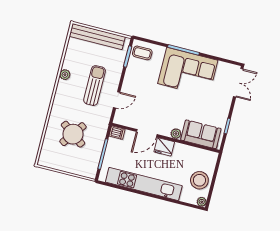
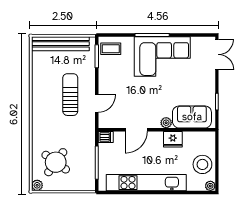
plant: (65, 75) -> (37, 185), moved
round table: (73, 134) -> (56, 162), moved
fridge: (164, 147) -> (173, 139), moved

